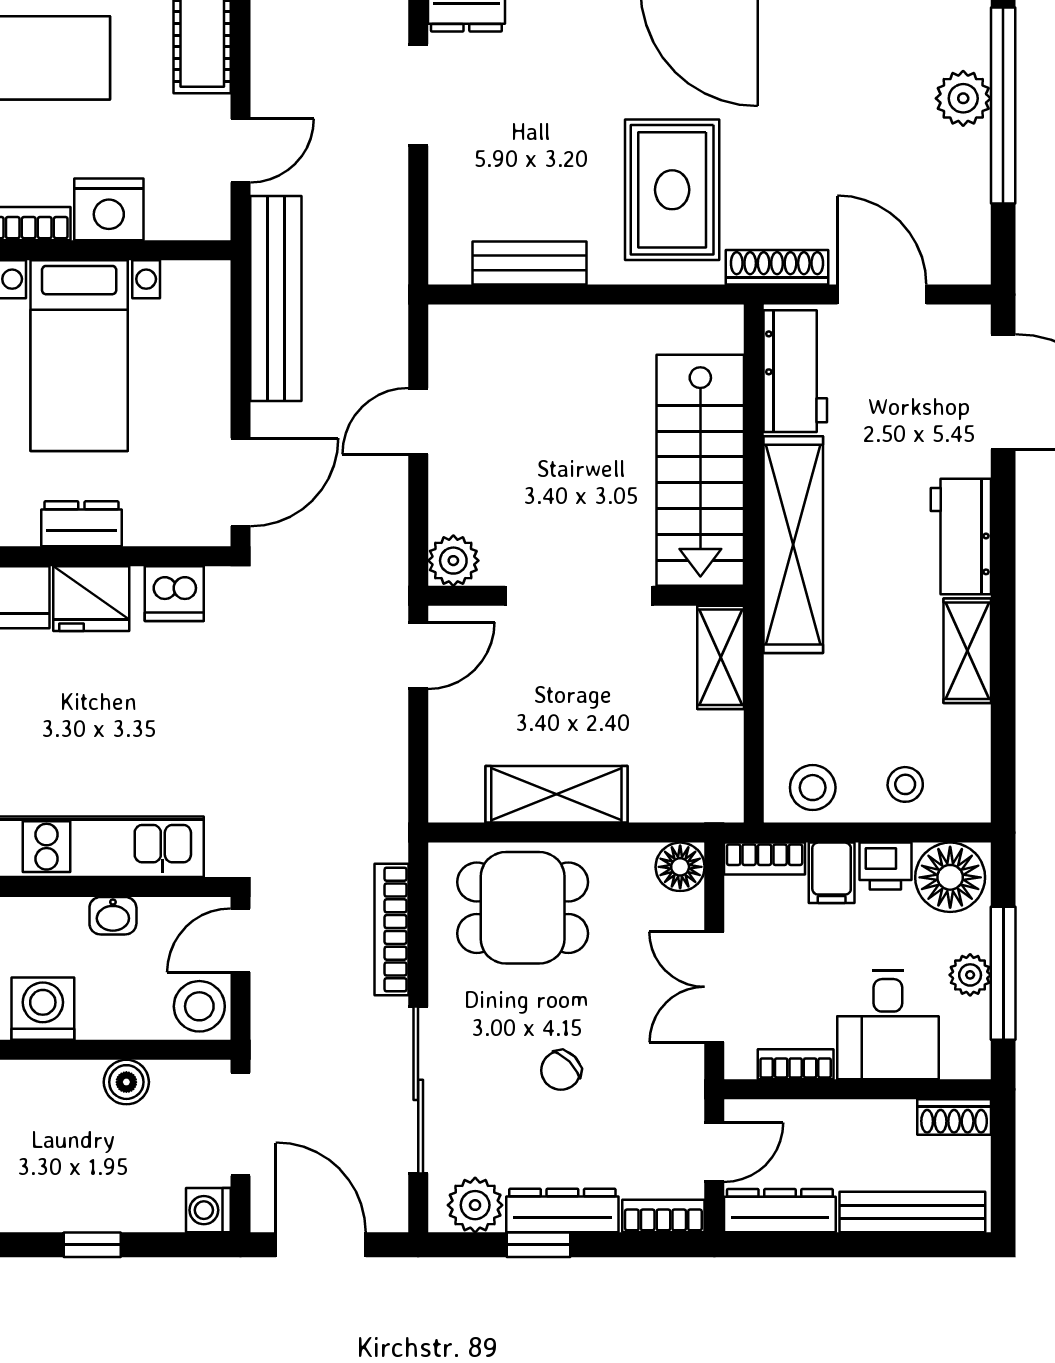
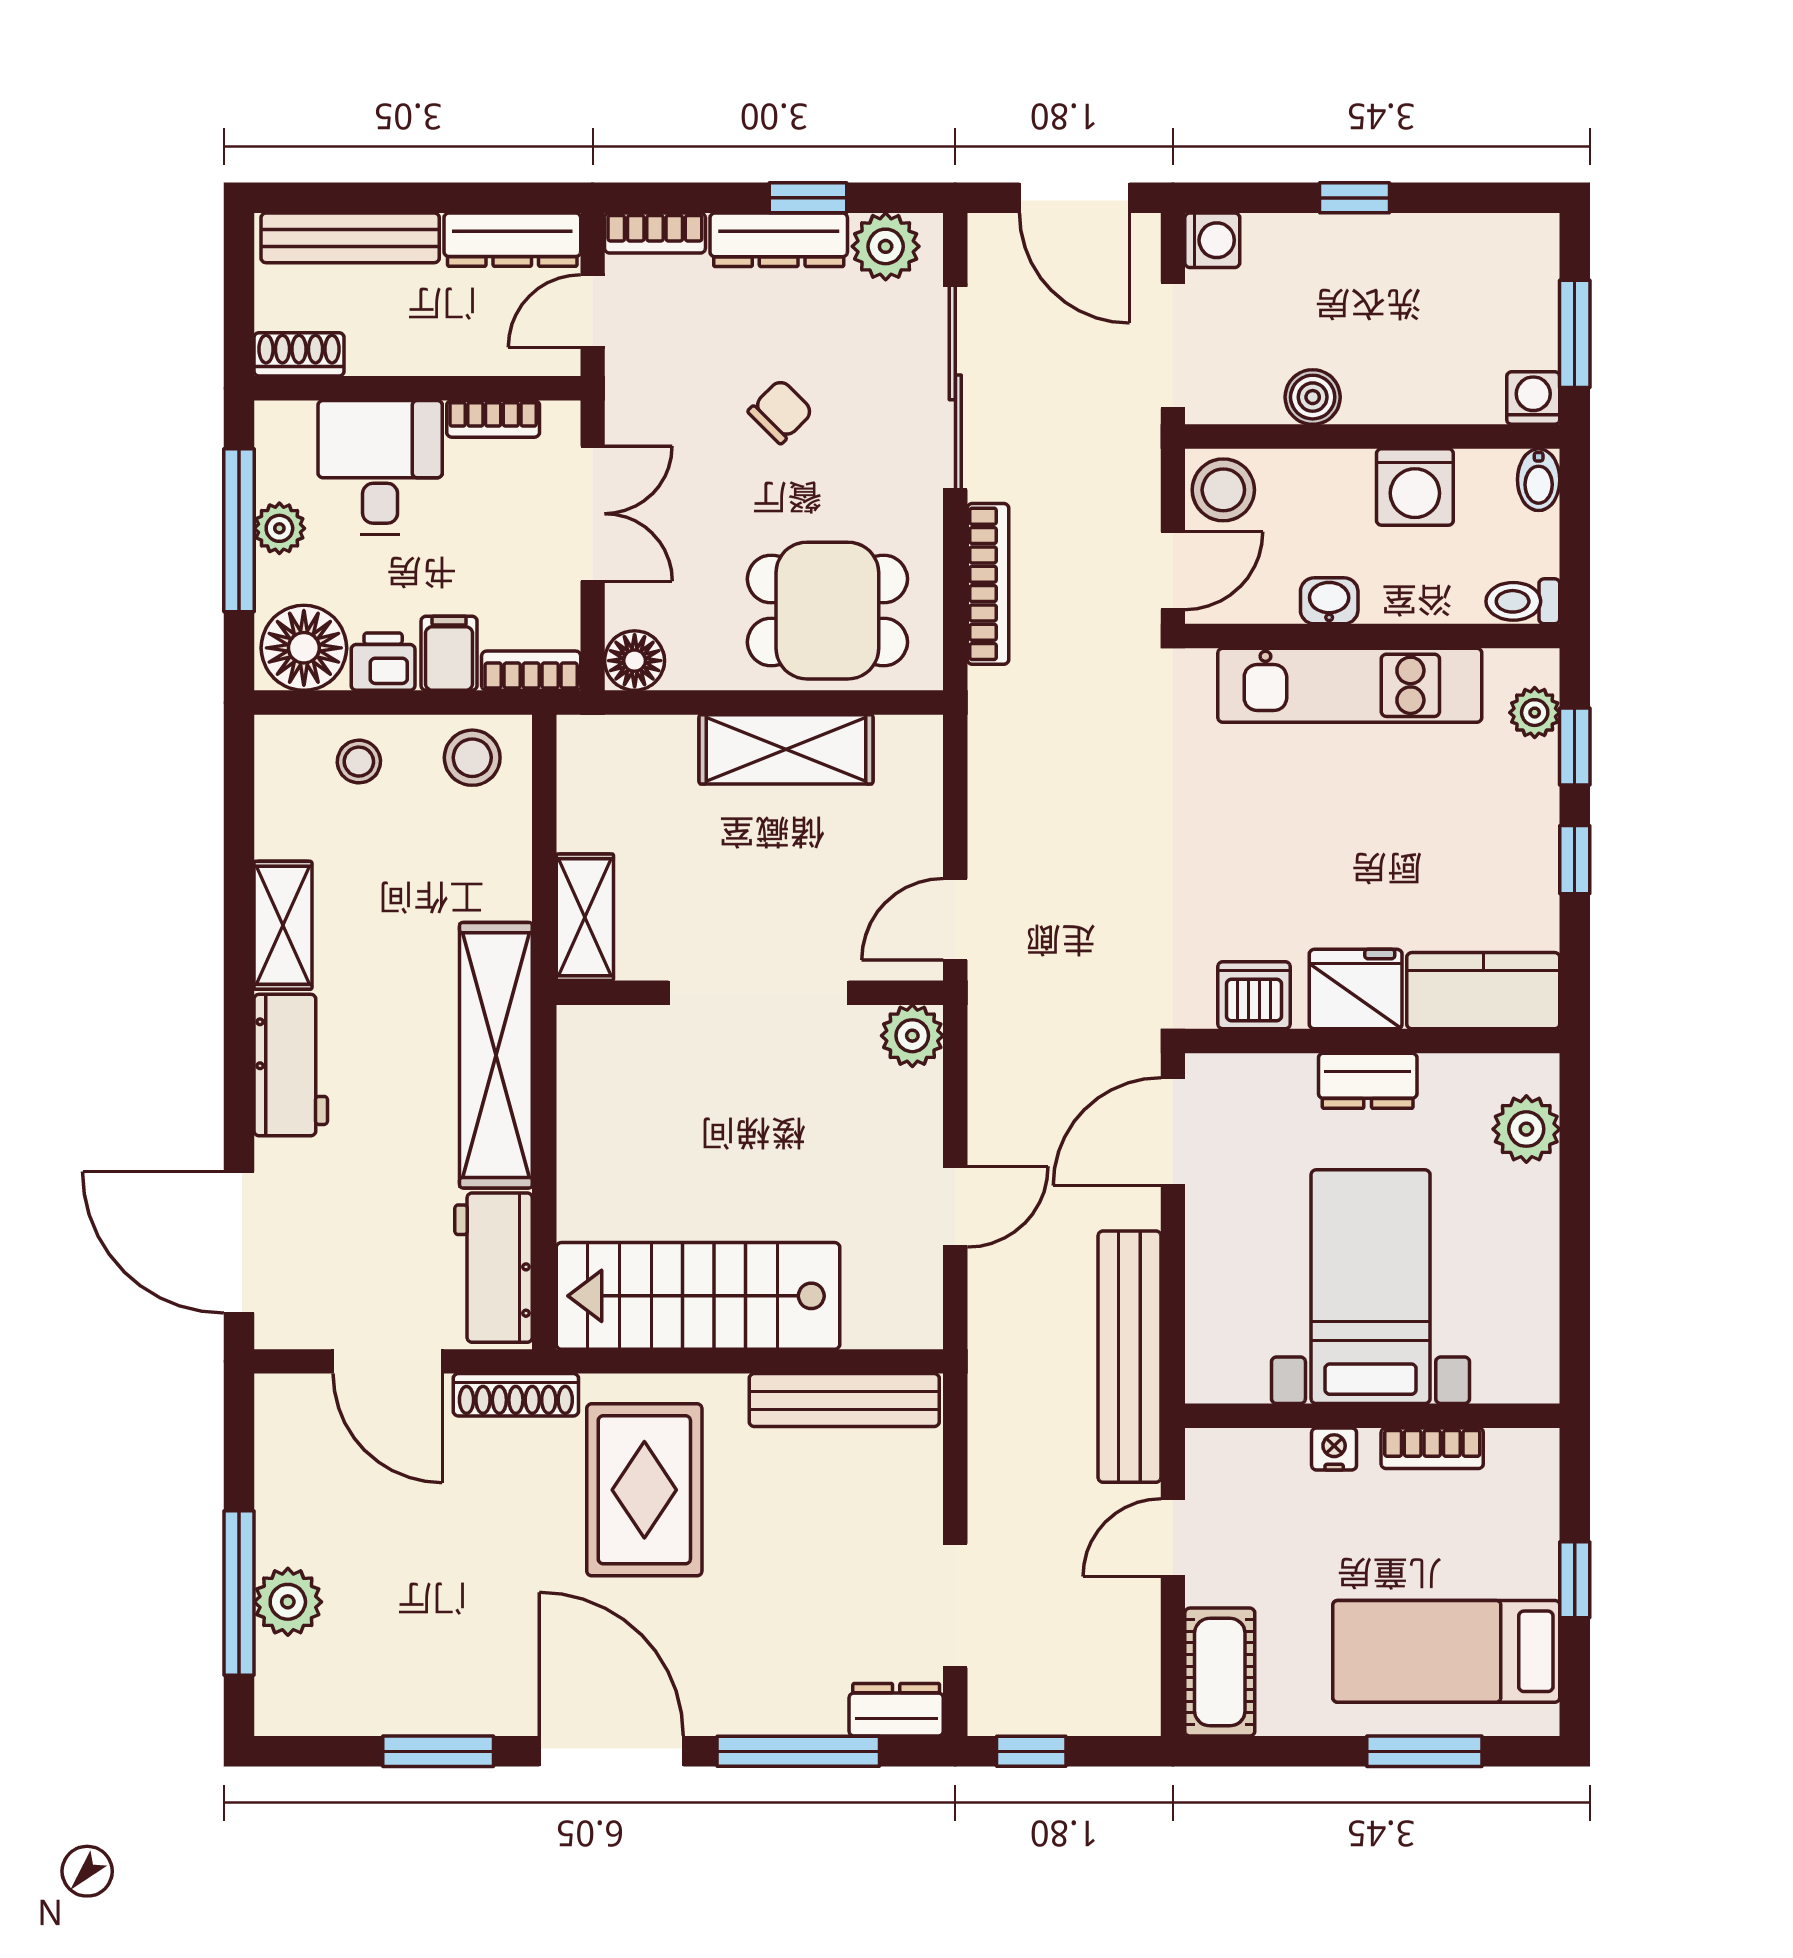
window: (1003, 105) -> (239, 1593), width x0.68
nightstand: (109, 209) -> (1334, 1449), width x0.53, depth x0.56
bench: (530, 263) -> (844, 1400), width x1.36
stairs: (700, 470) -> (698, 1296), moved, turned -90

